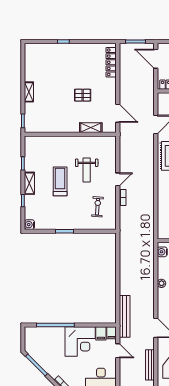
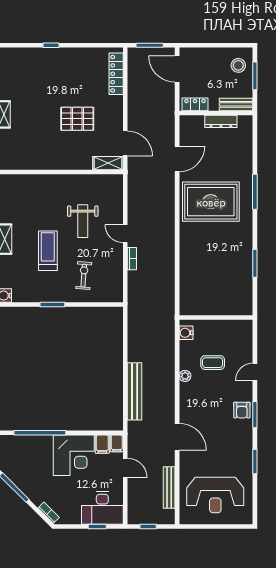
pallet: (83, 95) -> (77, 119), width x1.50, depth x1.42
shelving: (91, 128) -> (108, 163), moved
door: (118, 179) -> (125, 234), swing flipped
treadmill: (60, 181) -> (48, 251), moved
exercise bike: (97, 207) -> (84, 276), moved
bench: (125, 316) -> (135, 391), moved

